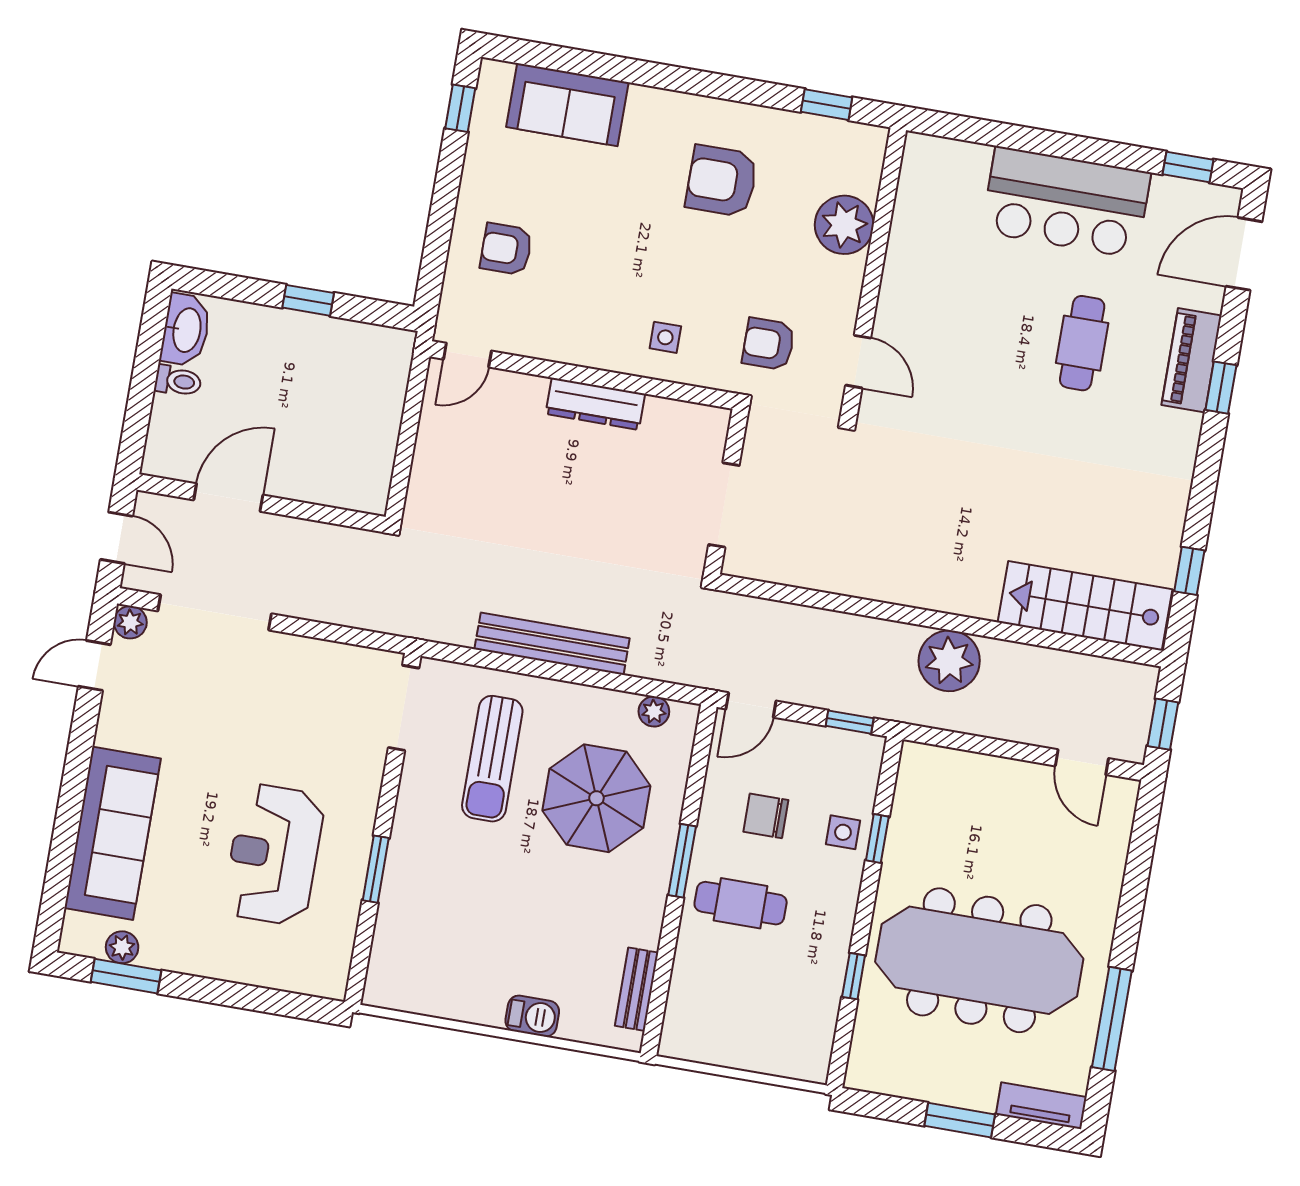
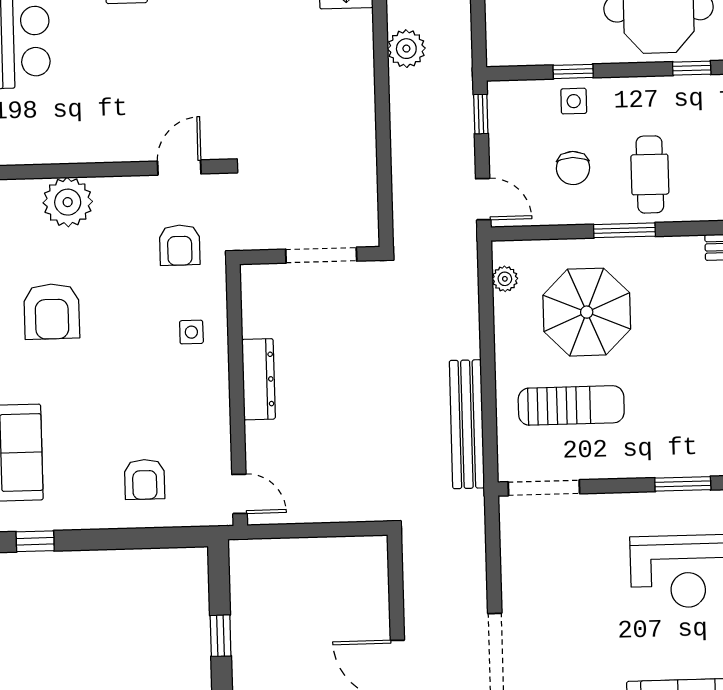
bench: (552, 644) -> (467, 424), moved
plant: (949, 661) -> (406, 49), width x0.73, depth x0.73

